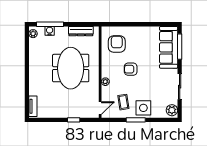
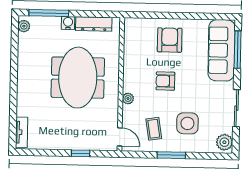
water cooler: (50, 31) -> (68, 23), moved
armchair: (117, 44) -> (170, 40), moved
door: (100, 108) -> (120, 137), hinge flipped
side table: (143, 108) -> (187, 123), moved

